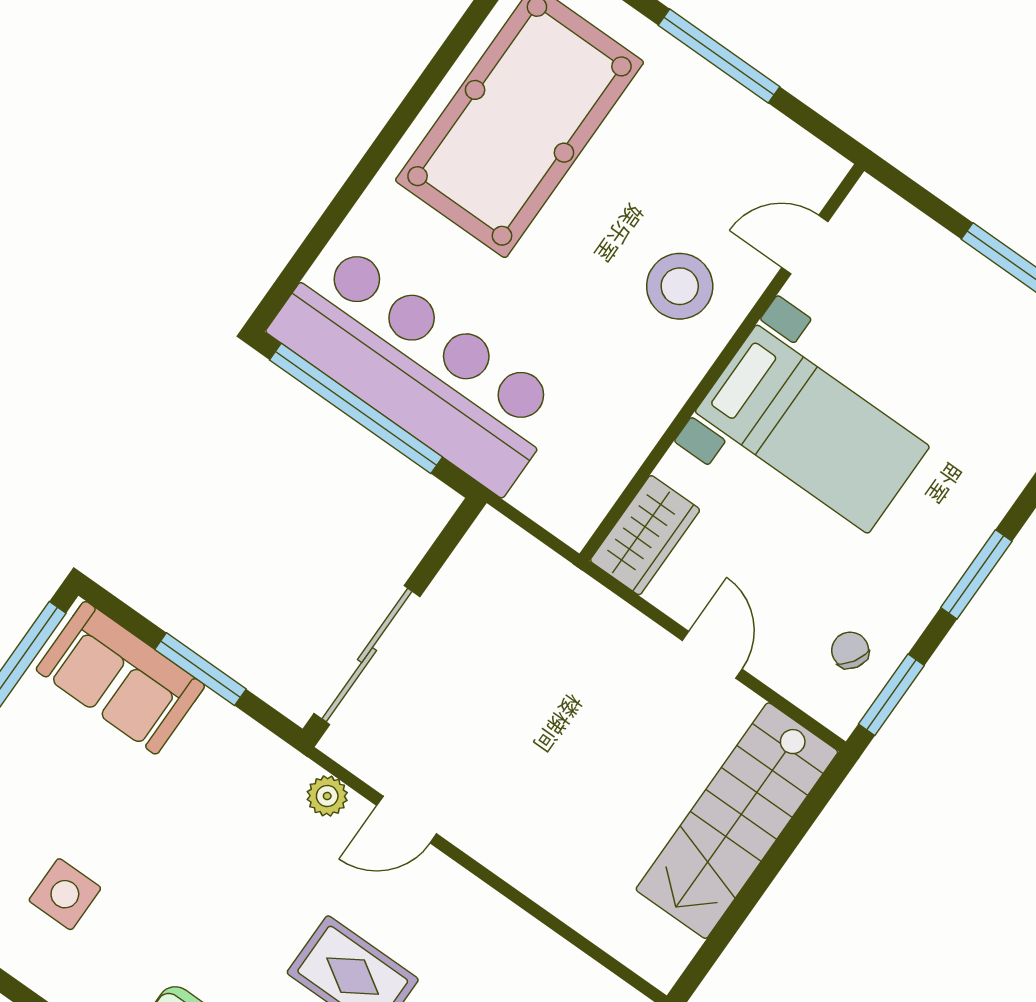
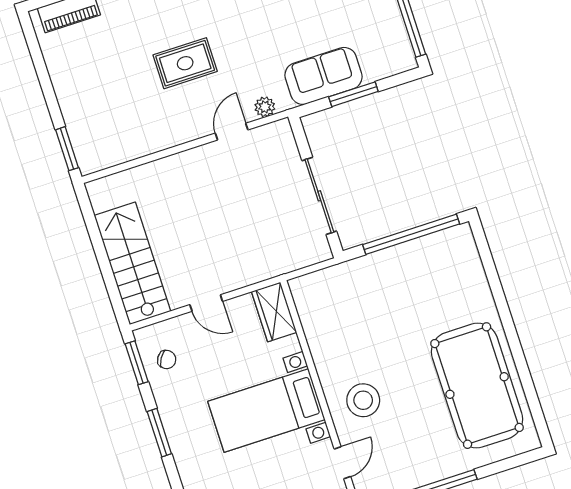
bar counter: (418, 367) -> (409, 271), removed
sliding door: (367, 655) -> (319, 196), moved
sofa: (120, 678) -> (324, 76), moved

